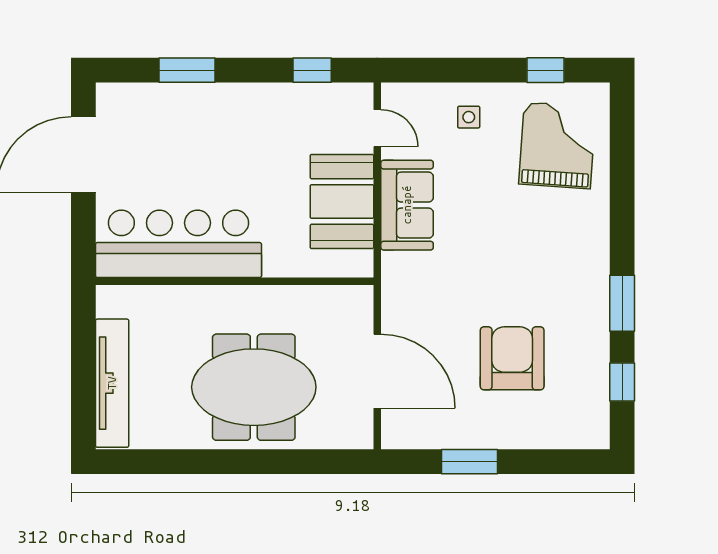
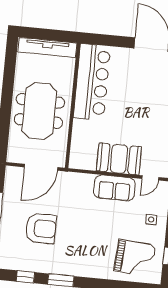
bar counter: (178, 244) -> (92, 82), moved
wall: (235, 281) -> (73, 106), moved

